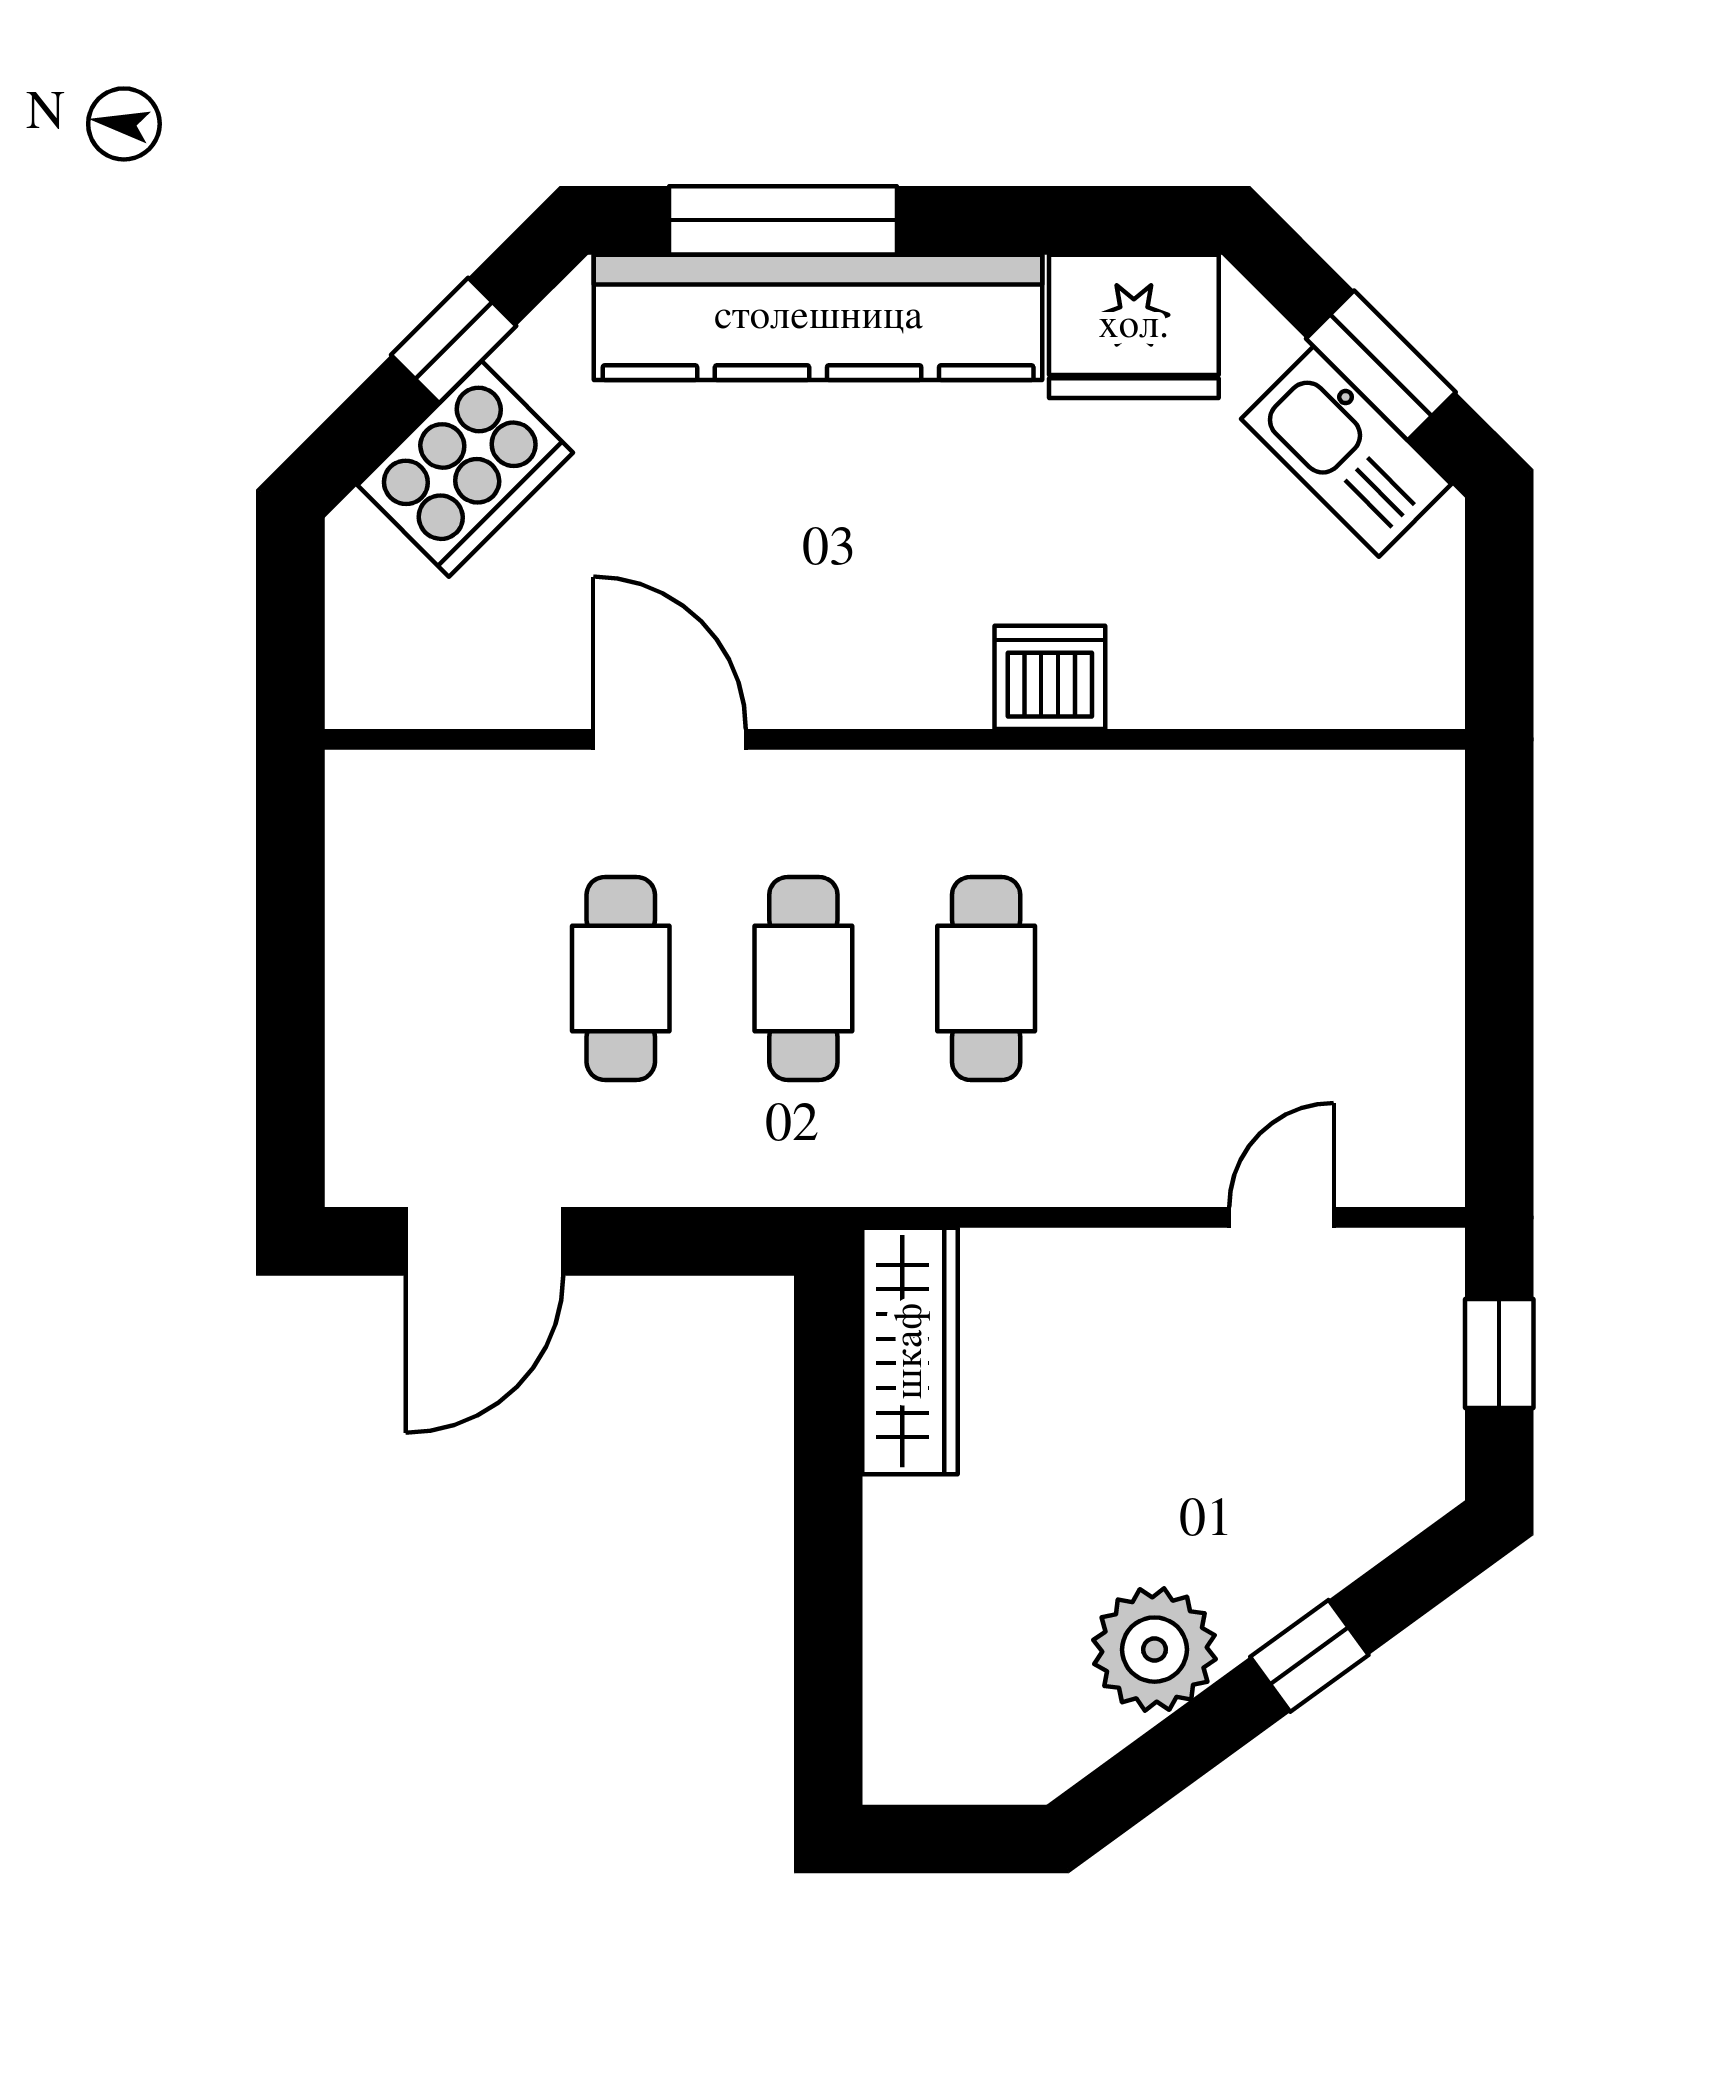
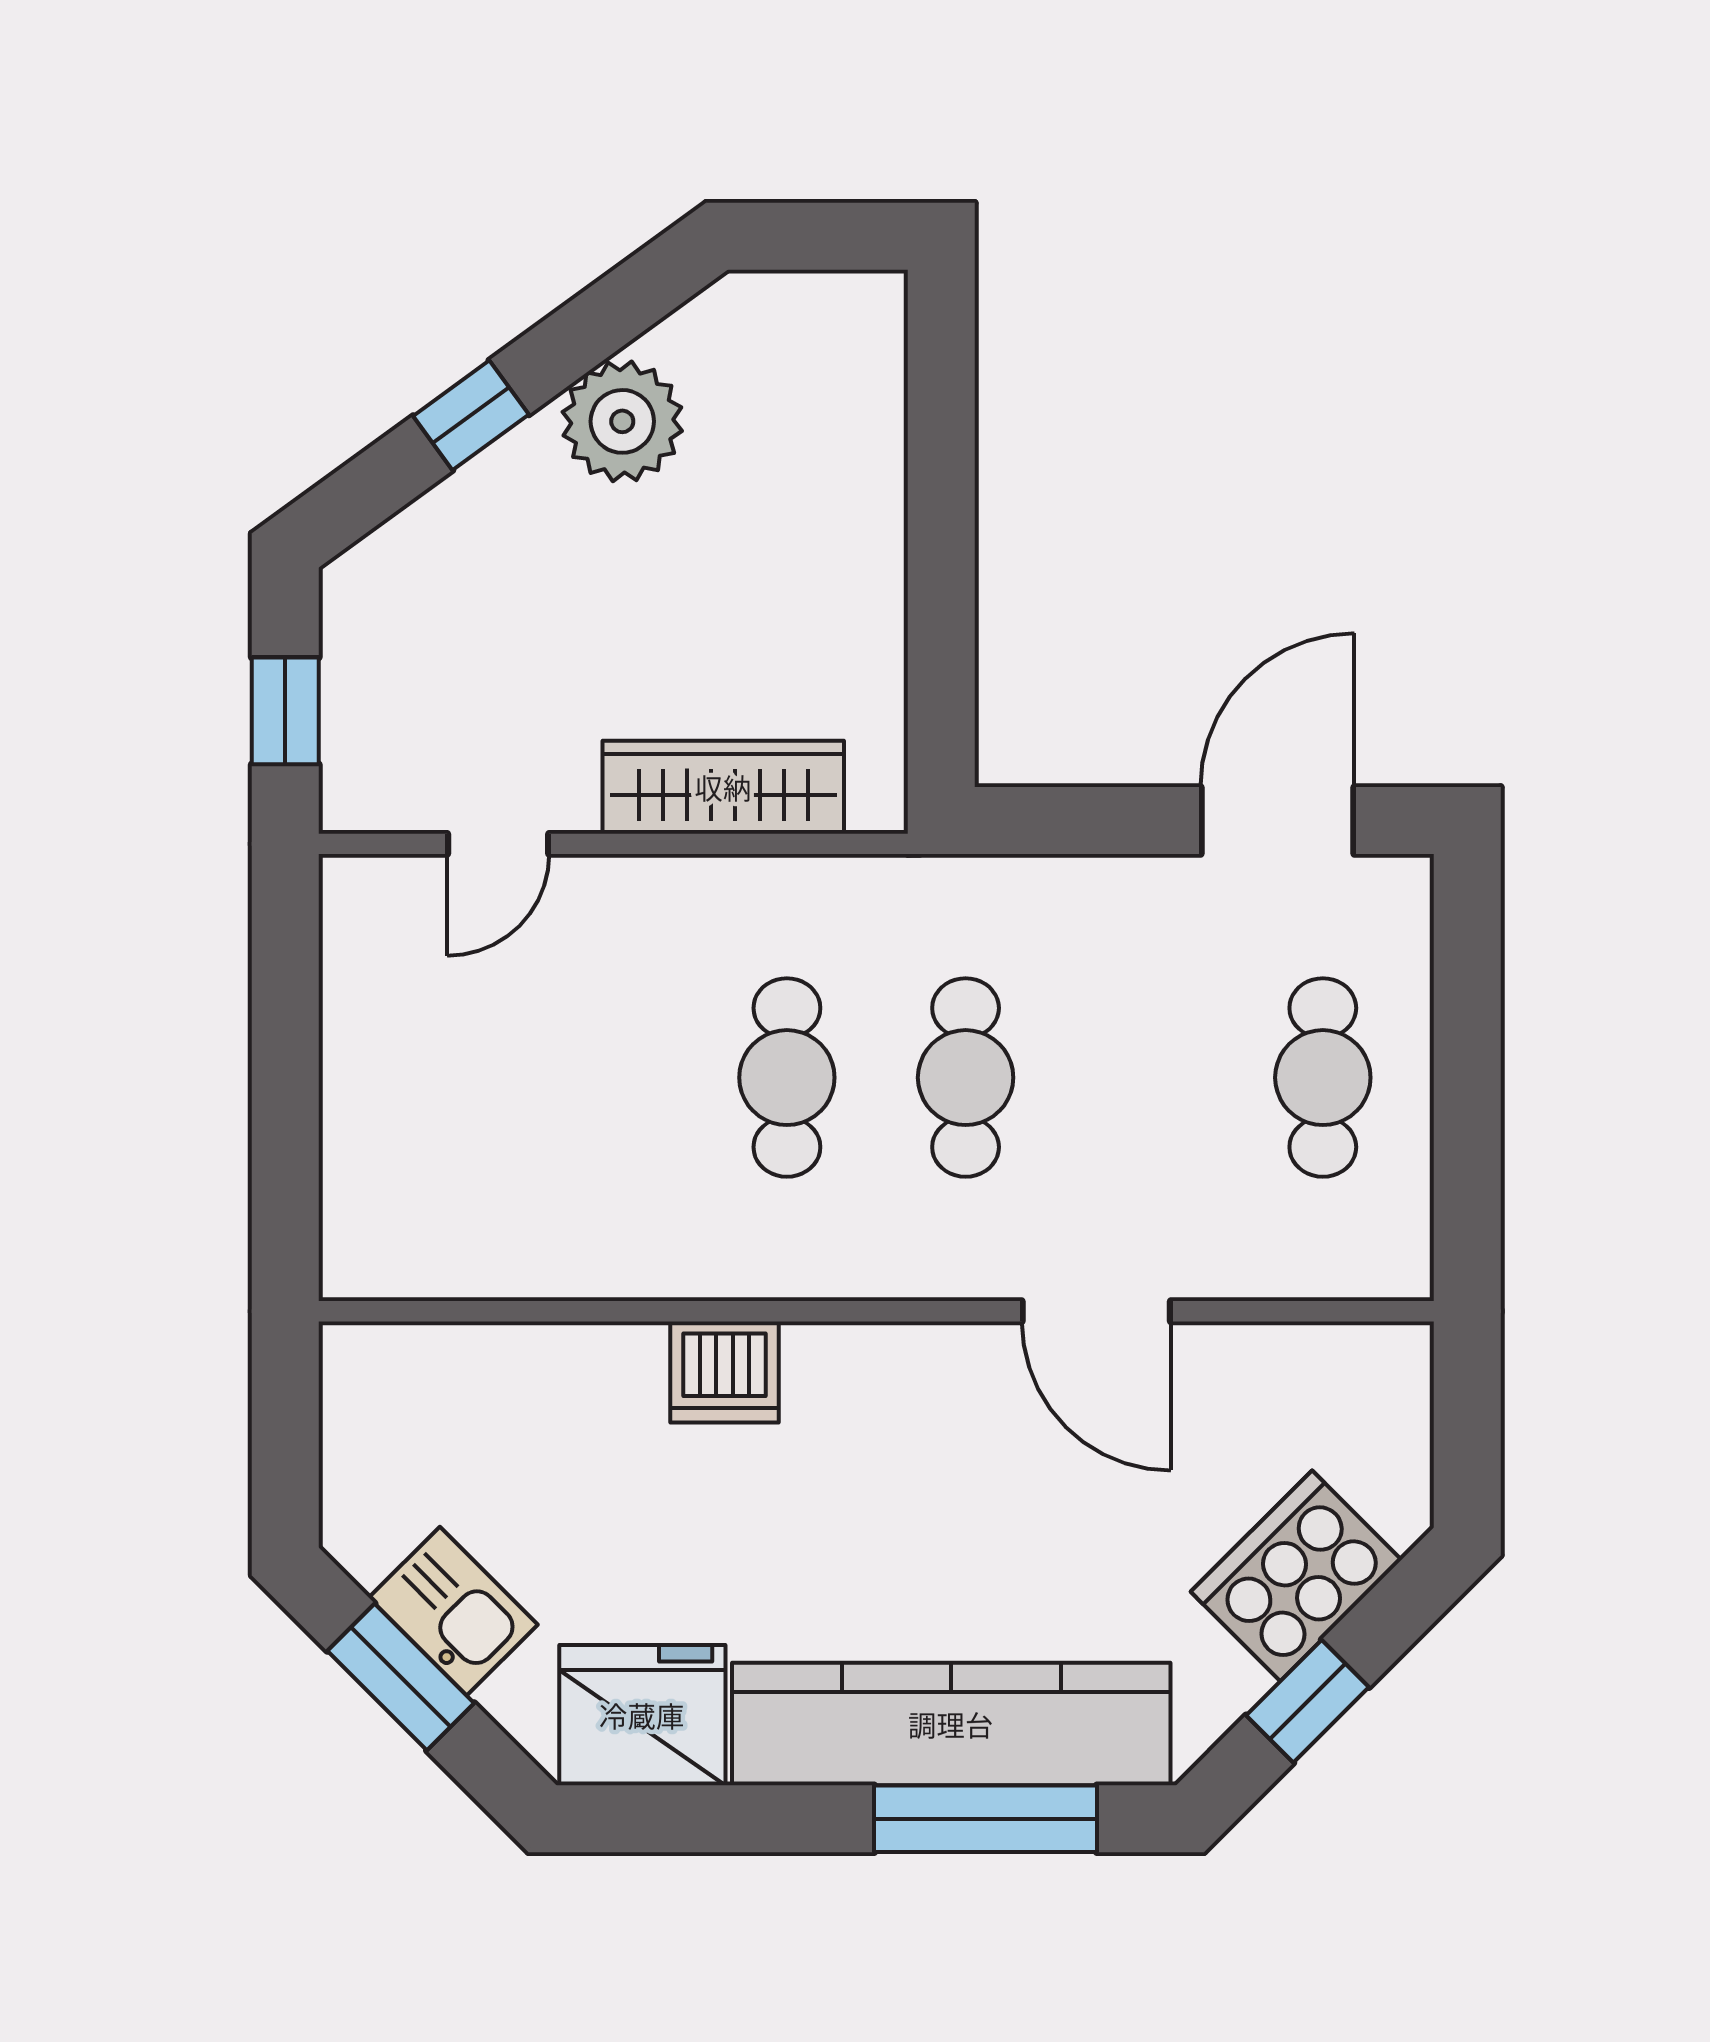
kitchen sink: (1346, 452) -> (453, 1611), width x0.73
cafe table: (621, 978) -> (1323, 1078), moved
wardrobe: (910, 1351) -> (723, 787), moved, turned 90

